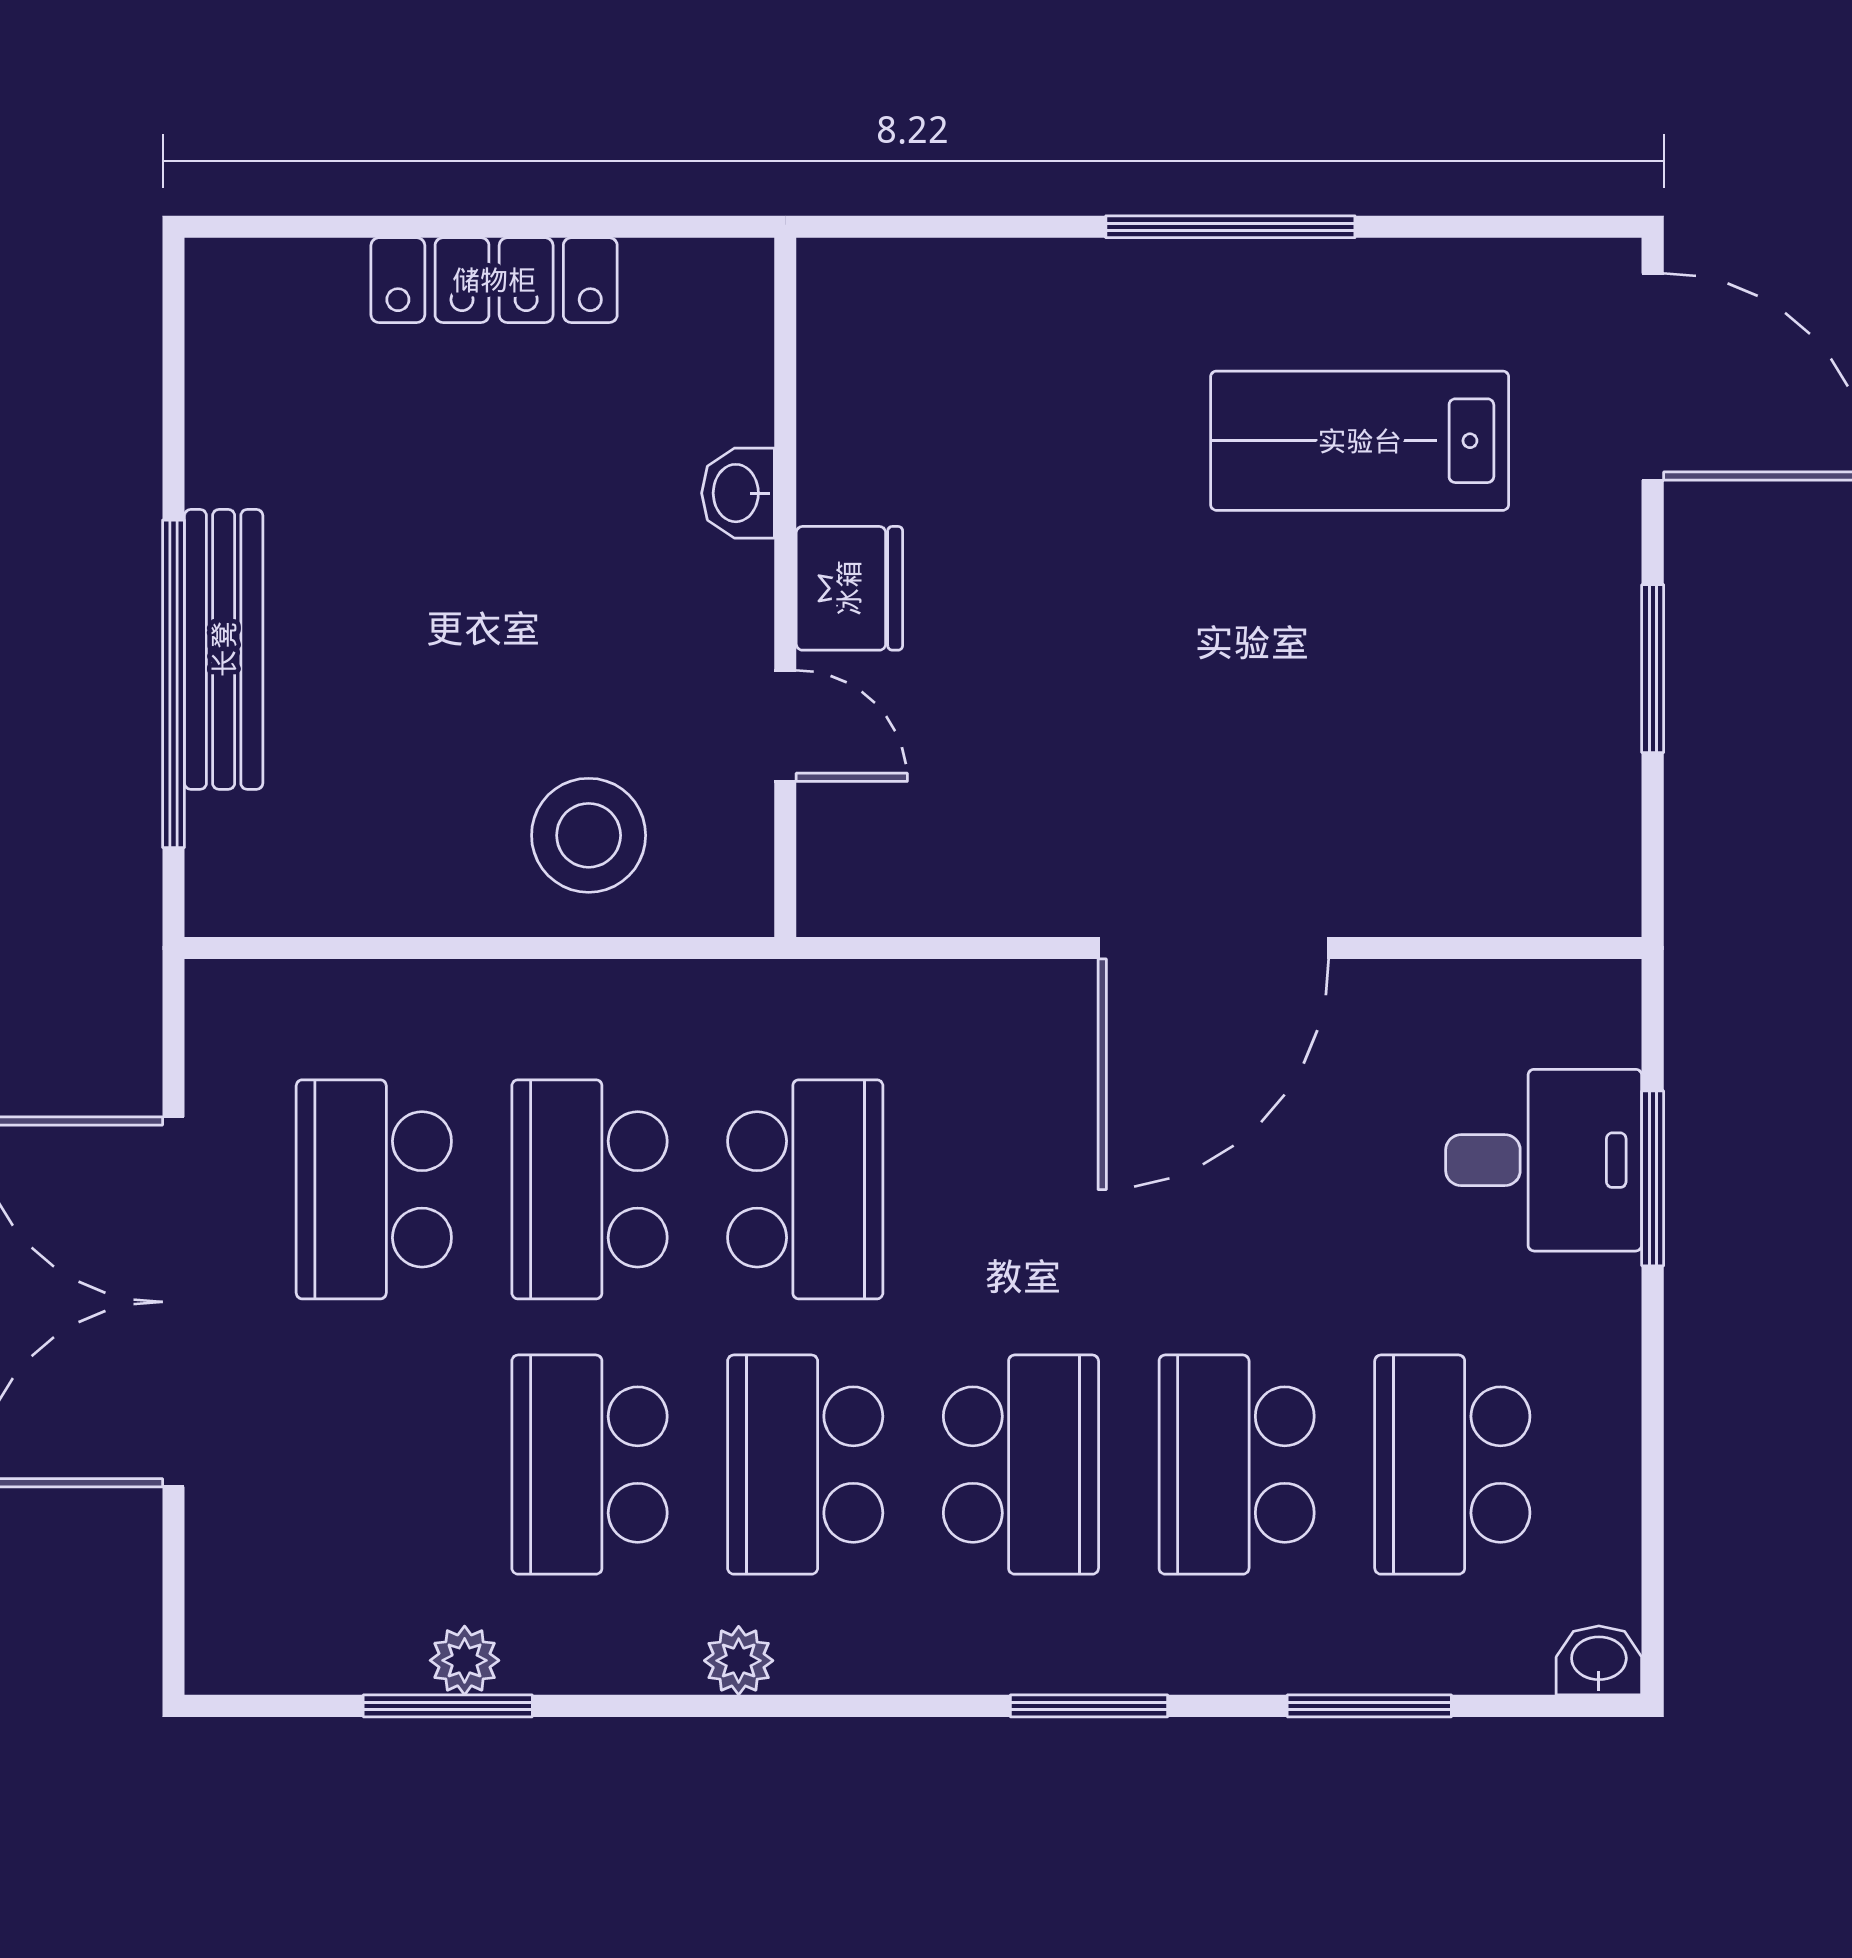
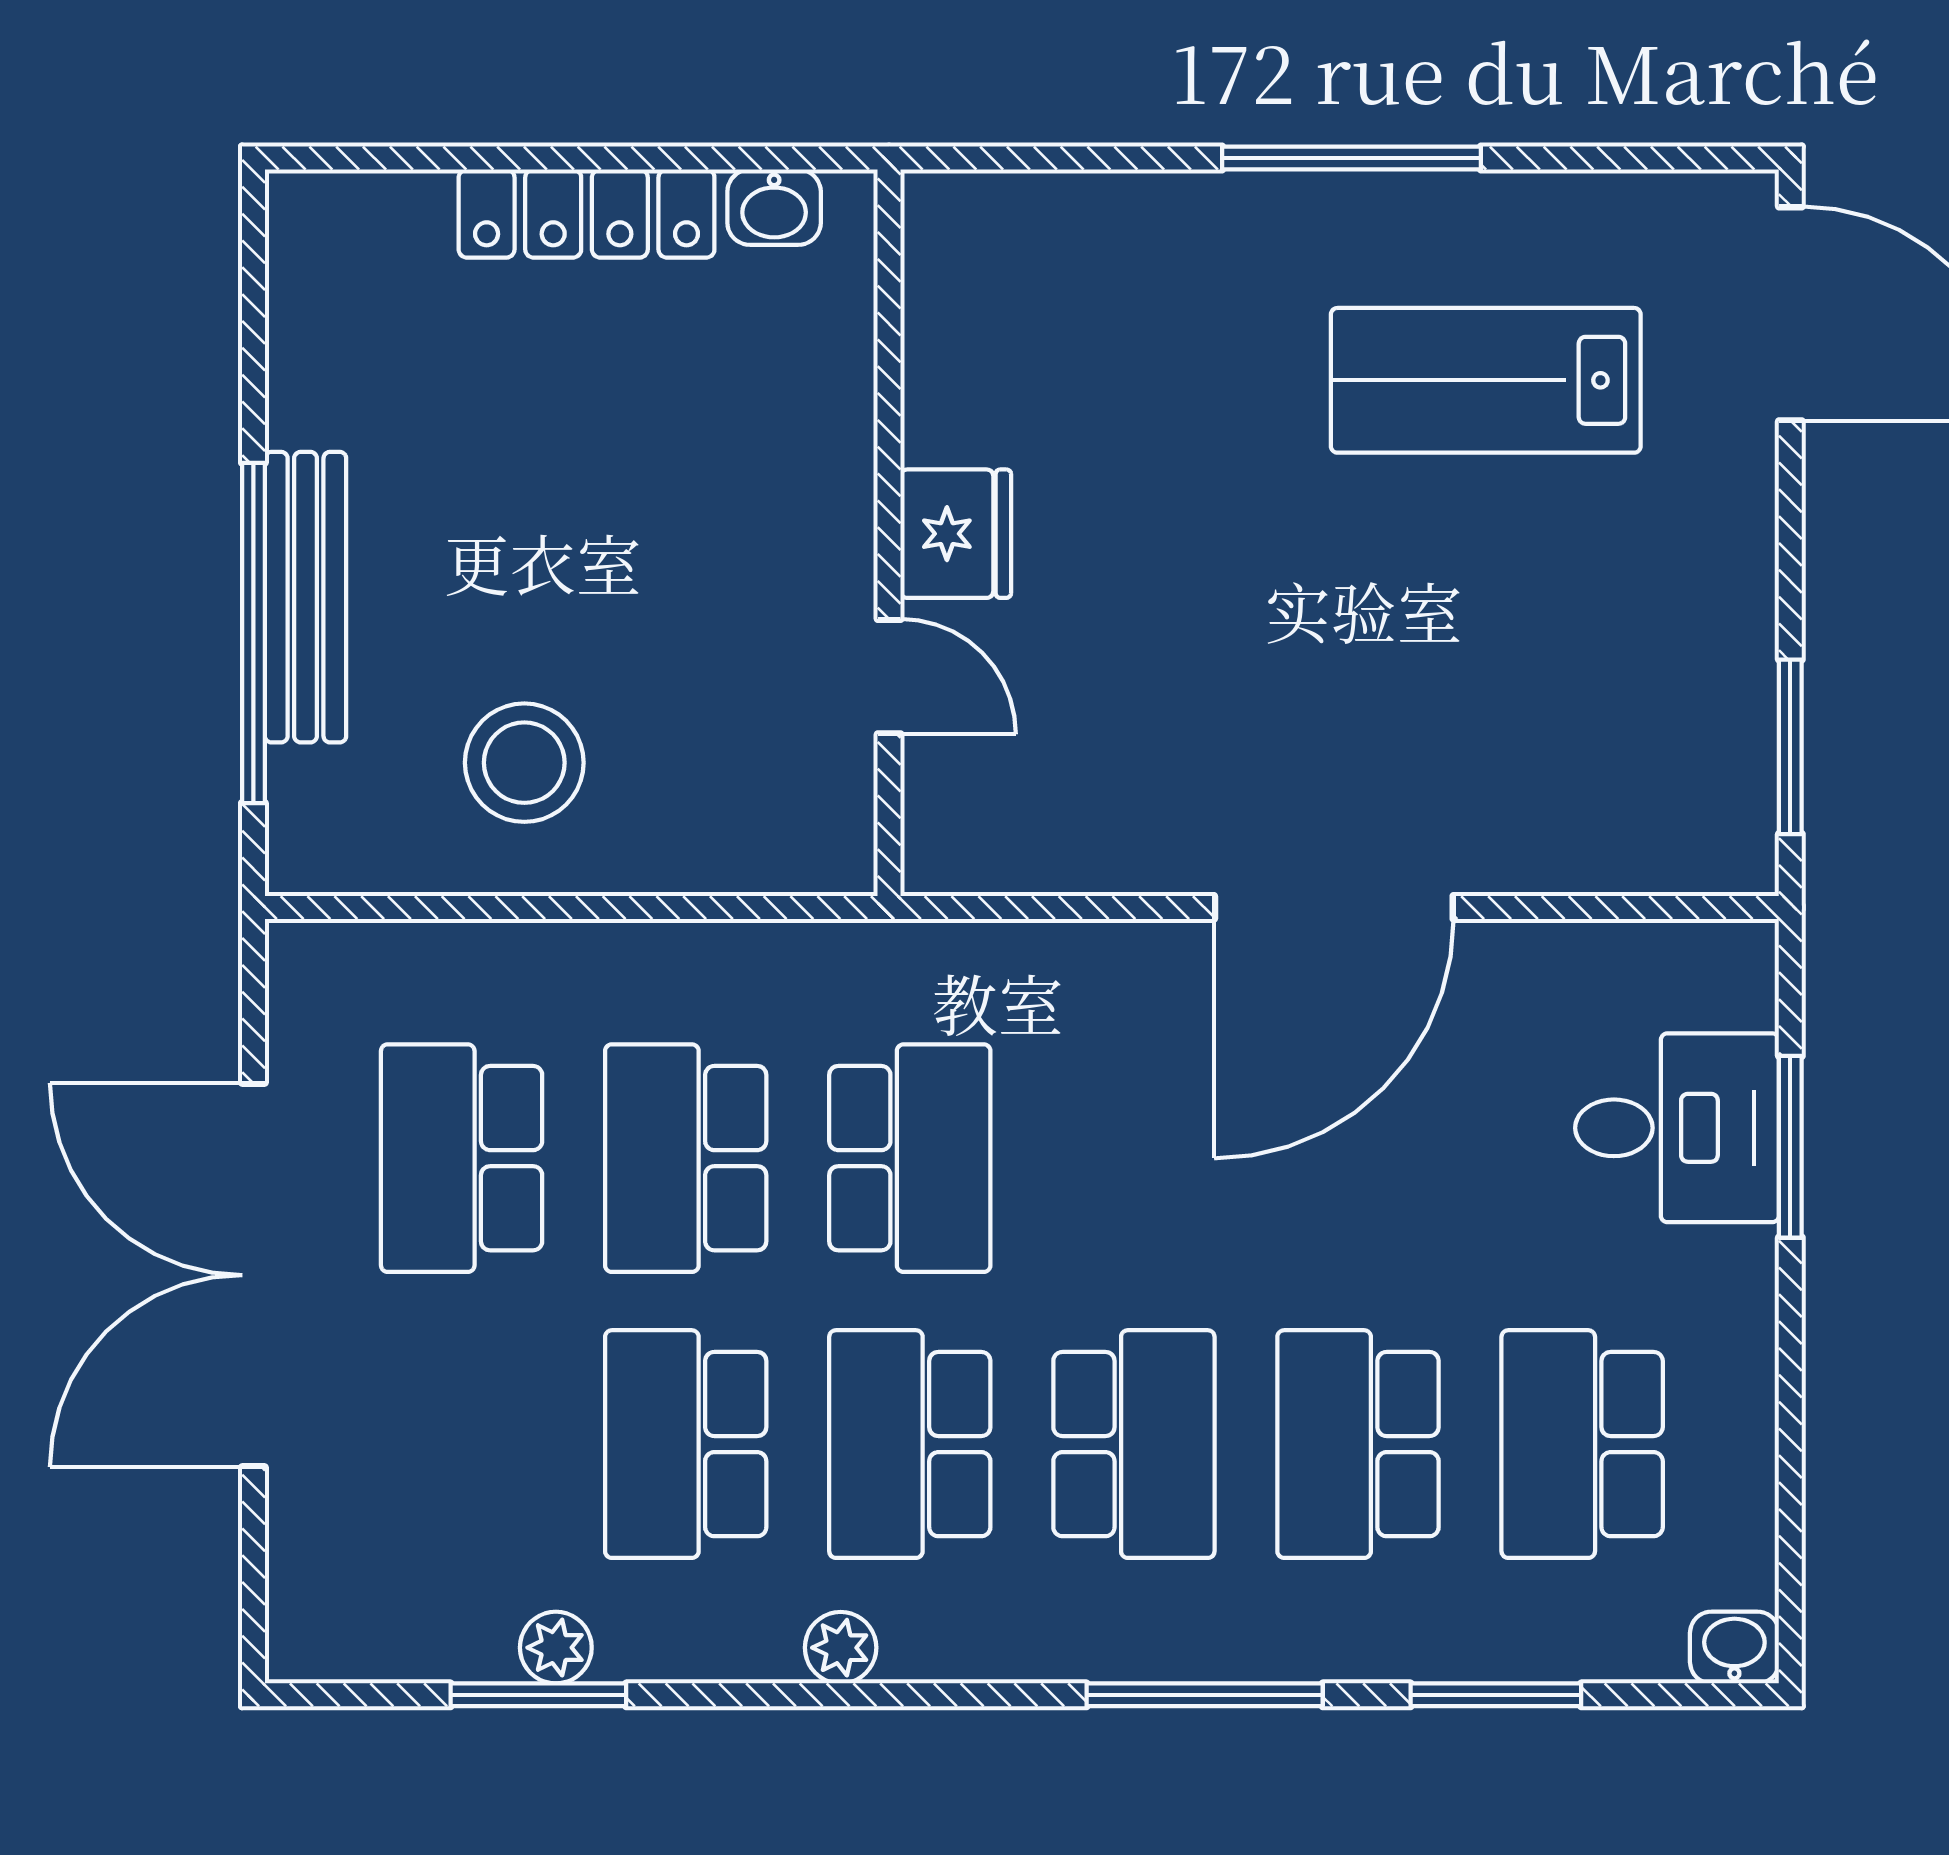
washbasin: (738, 493) -> (774, 207), moved, turned -90
window: (1653, 669) -> (1790, 747), moved
stool: (589, 835) -> (524, 763), moved
window: (1089, 1706) -> (1205, 1695), width x1.44

